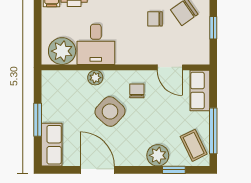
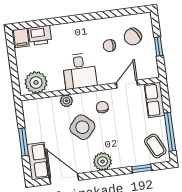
desk: (96, 44) -> (80, 71), moved
door: (170, 67) -> (127, 84), swing flipped
plant: (158, 155) -> (103, 161), moved
door: (97, 170) -> (64, 179), moved

